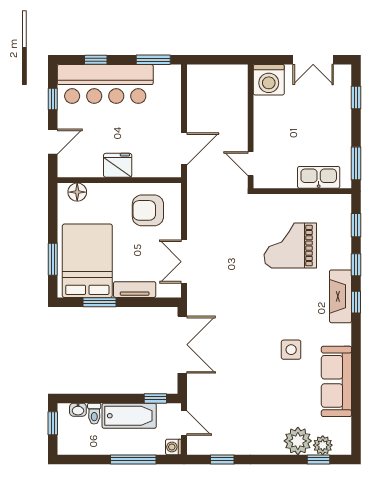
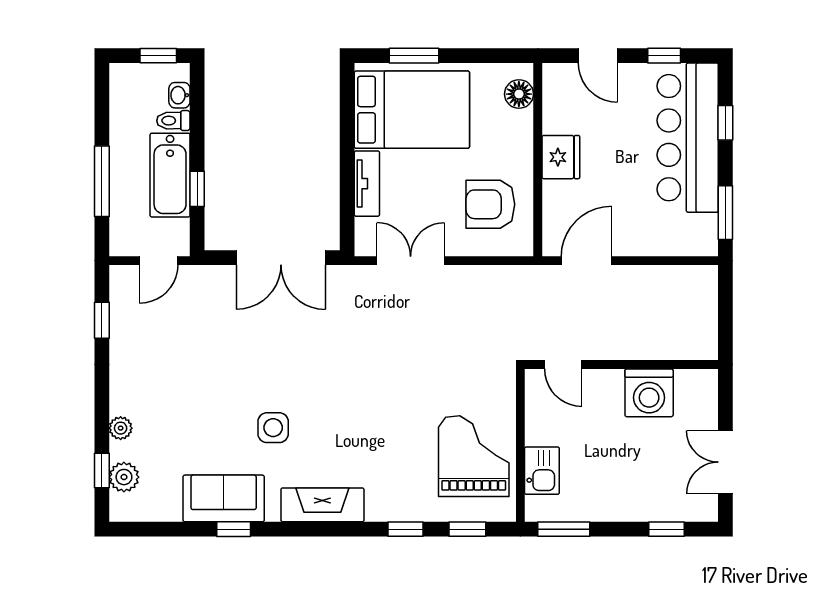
washing machine: (269, 80) -> (649, 393), moved, turned -90
door: (184, 149) -> (586, 261), swing flipped
door: (251, 164) -> (563, 365), swing flipped
kitchen sink: (319, 177) -> (542, 471), width x0.73
armchair: (148, 210) -> (490, 204), turned -90
grand piano: (290, 246) -> (474, 456), moved
fireplace: (341, 296) -> (322, 505), moved
window: (100, 302) -> (347, 129), removed
window: (356, 302) -> (234, 529), moved
sofa: (336, 381) -> (224, 498), width x0.73
window: (155, 398) -> (197, 189), moved
plant: (298, 441) -> (121, 428), width x0.53, depth x0.53
washing machine: (173, 447) -> (121, 244), removed

